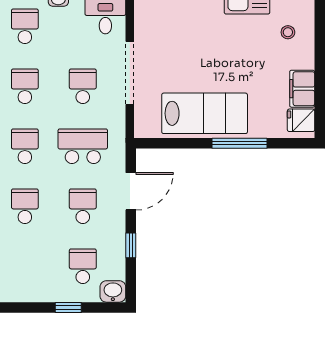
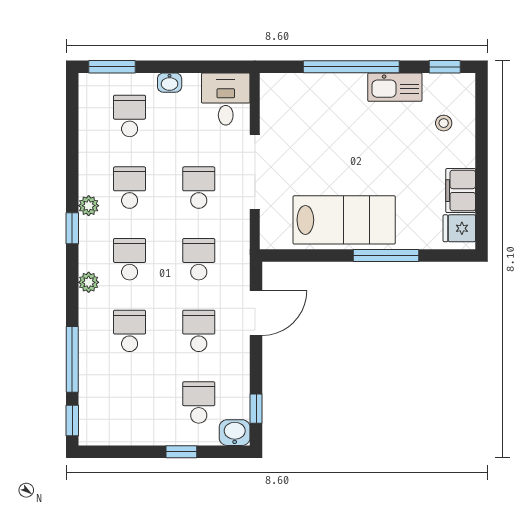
school desk: (83, 146) -> (199, 259), width x0.54
window: (131, 245) -> (256, 409), moved

